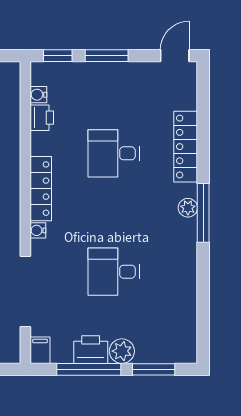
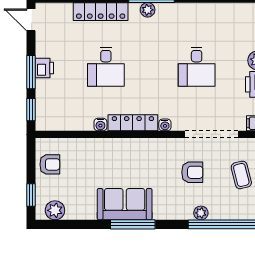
water cooler: (38, 95) -> (100, 125), moved
printer: (42, 118) -> (44, 68), moved, turned 90

